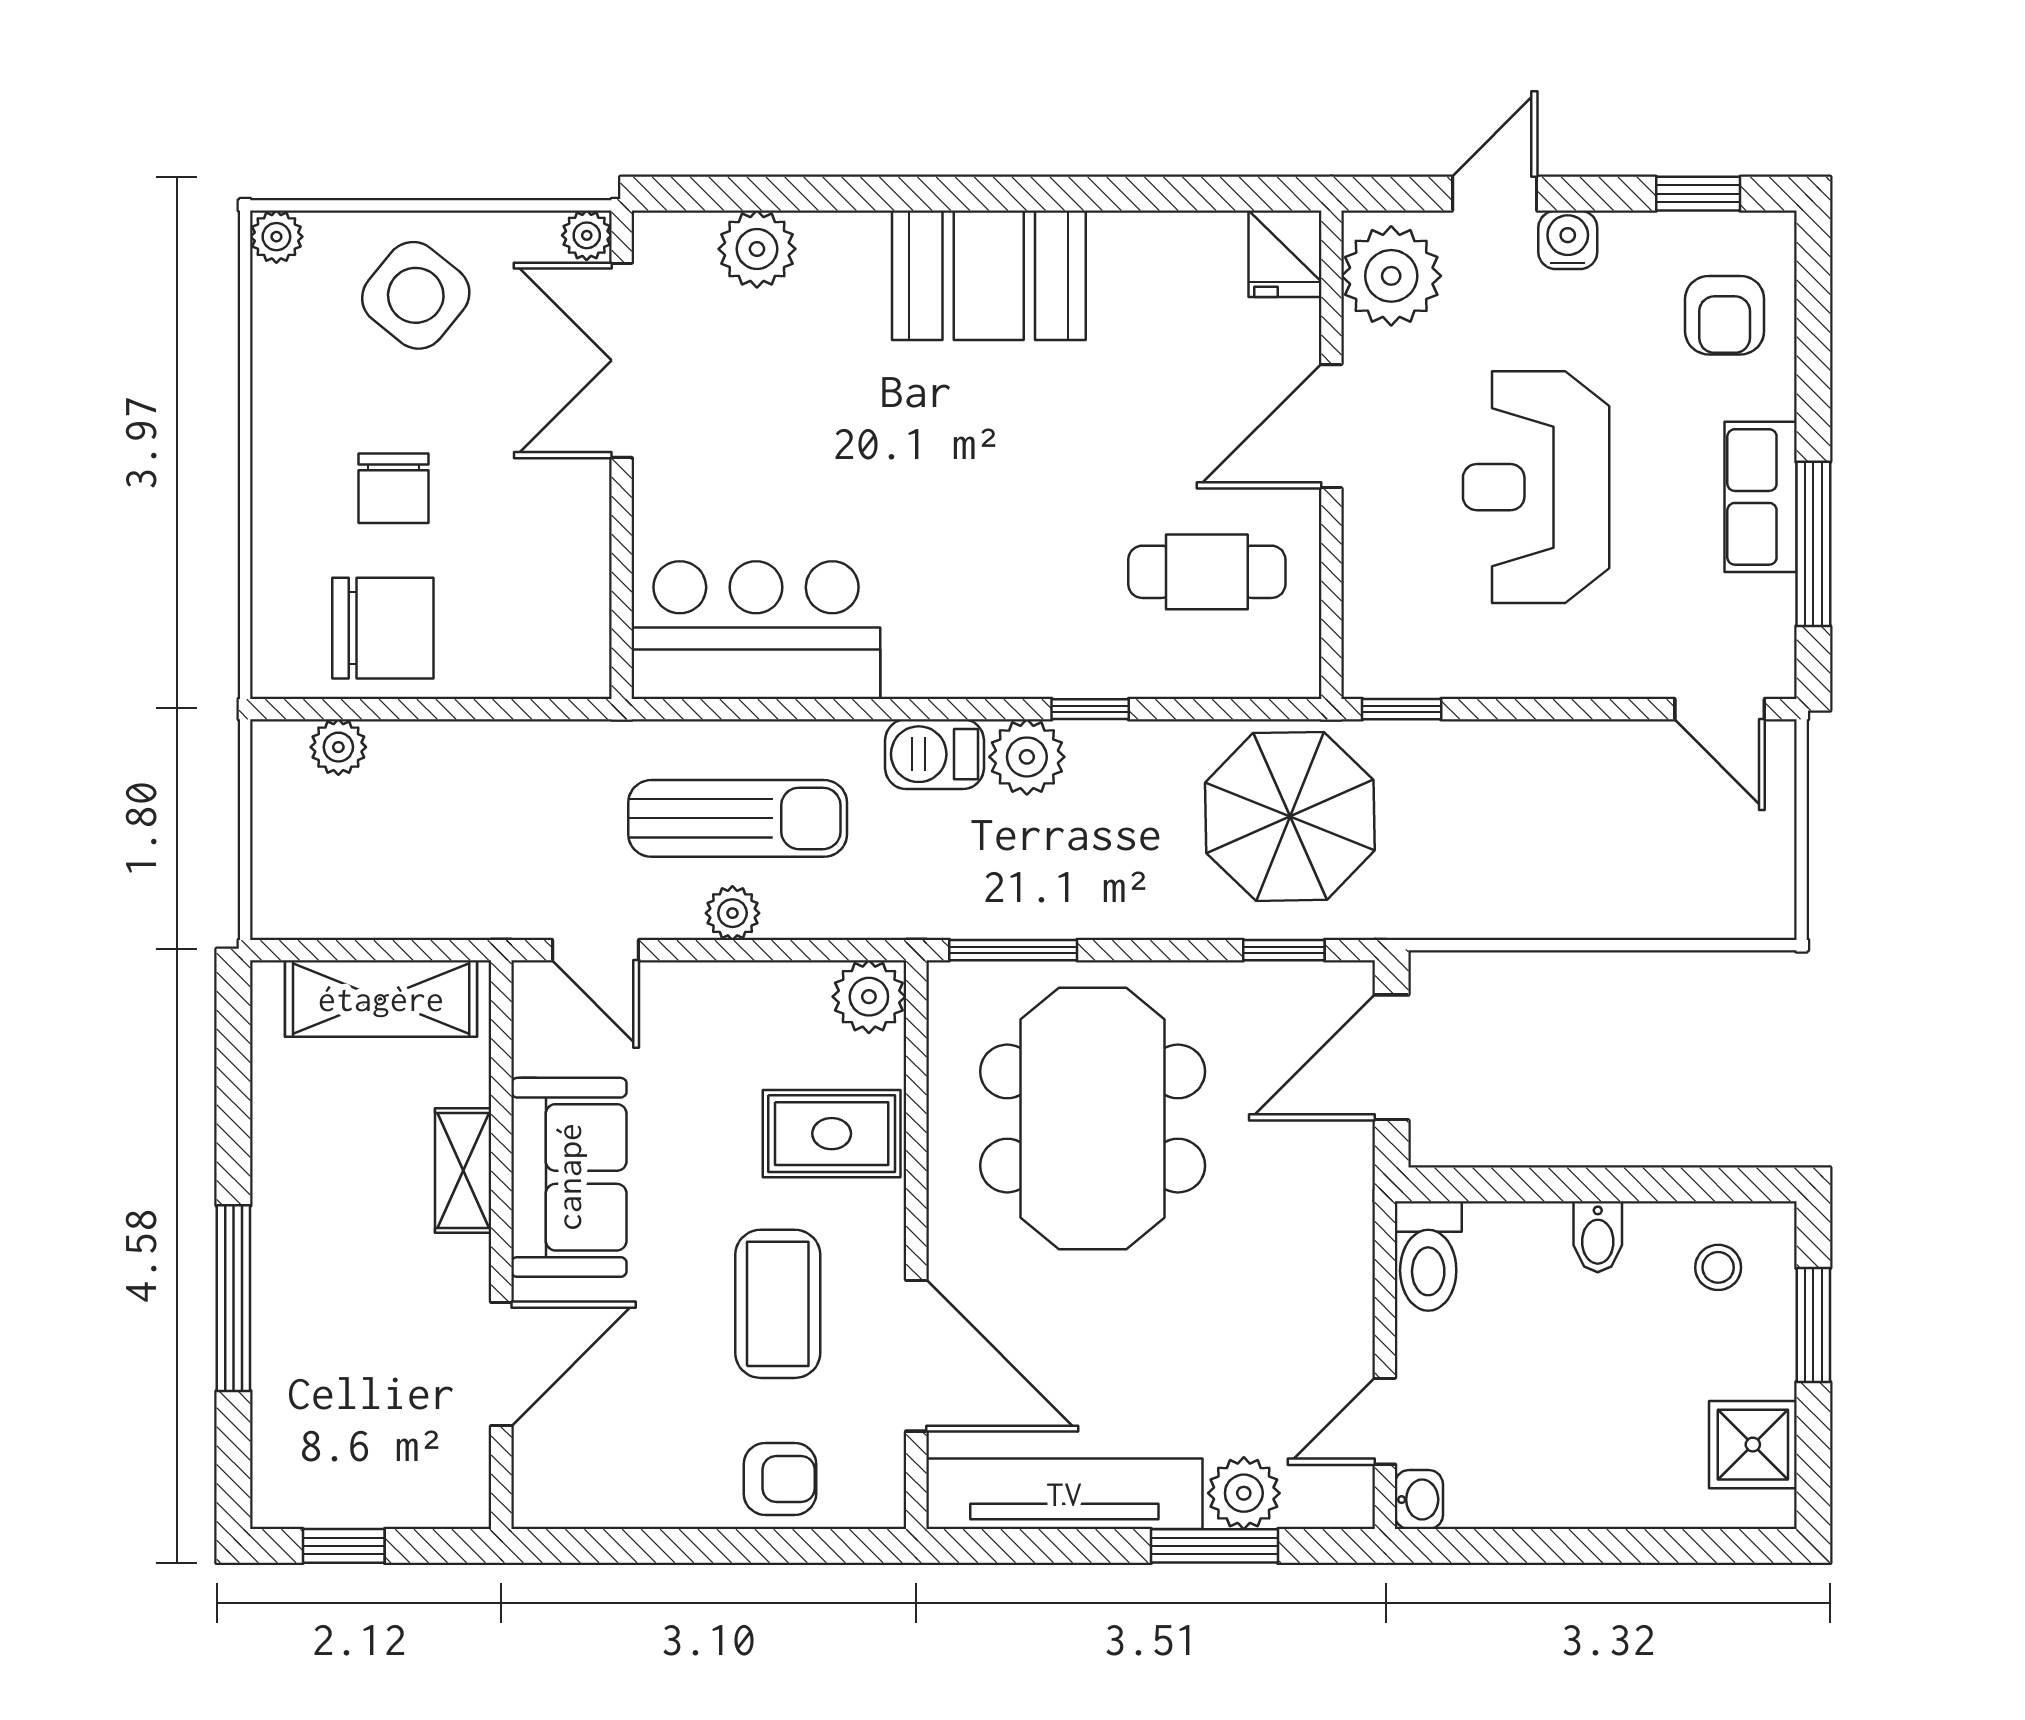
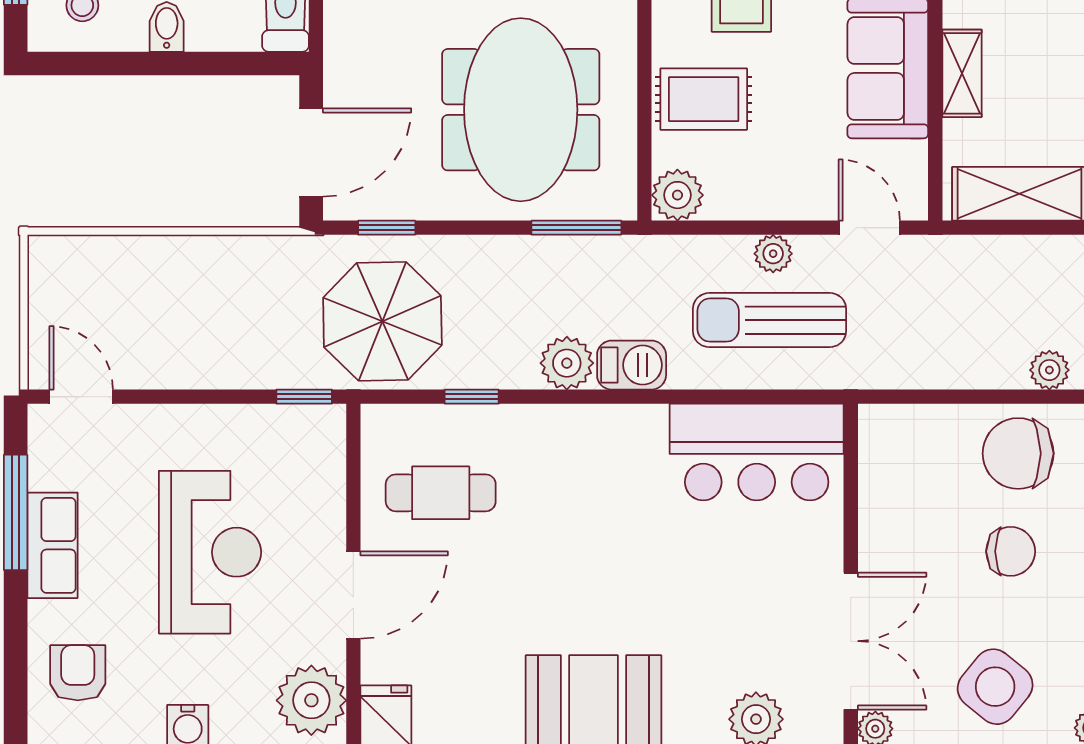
chair: (394, 488) -> (1011, 551), turned 90
window: (1090, 709) -> (472, 397), moved

